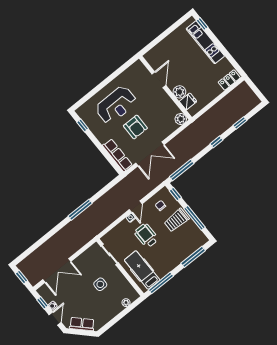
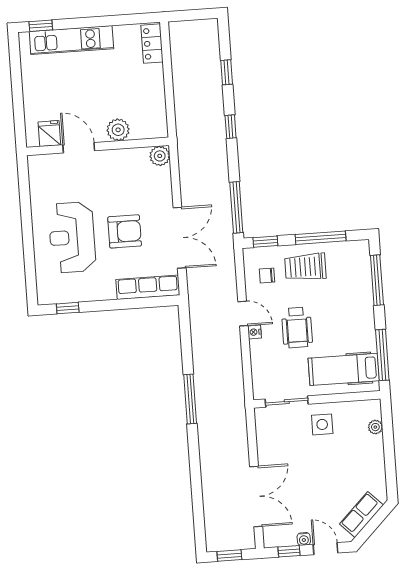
fridge: (188, 101) -> (49, 134), moved
reception desk: (116, 105) -> (72, 237), turned 180
trolley: (177, 220) -> (305, 267), turned 90
wheelchair: (146, 236) -> (297, 327), turned -90
side table: (100, 284) -> (322, 424), moved

